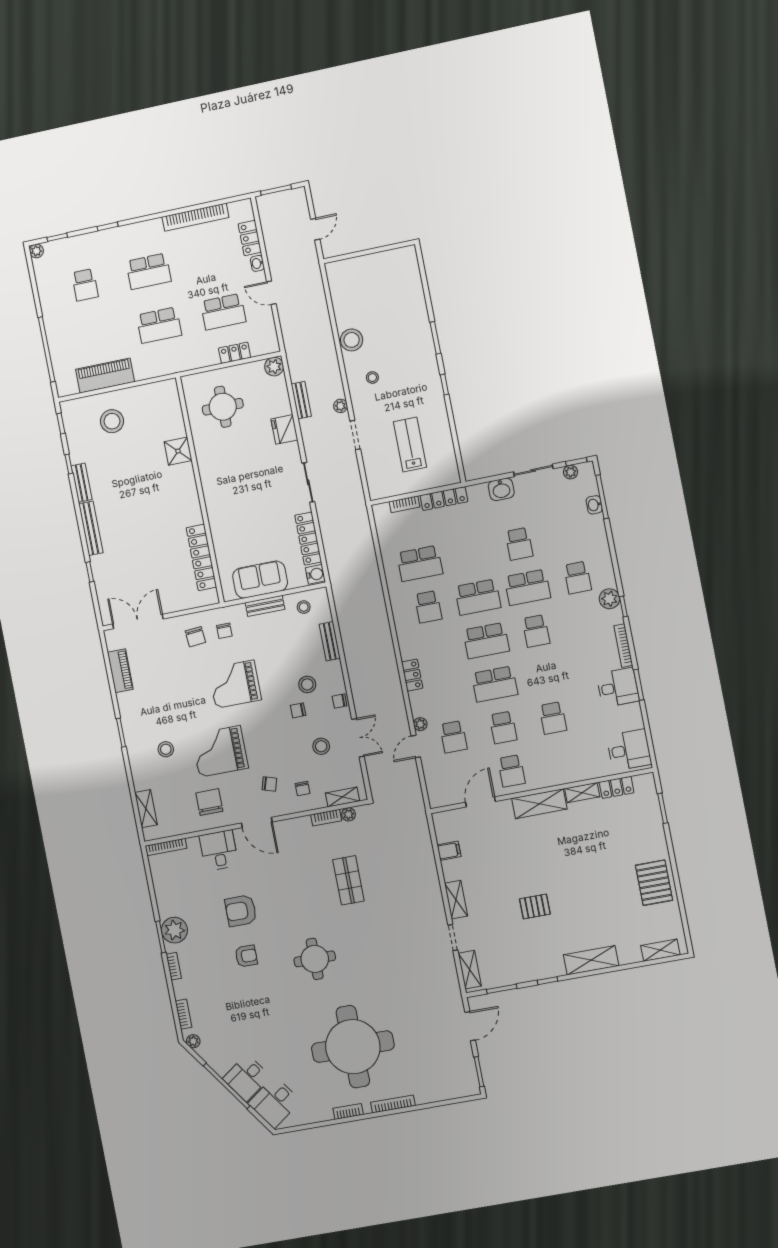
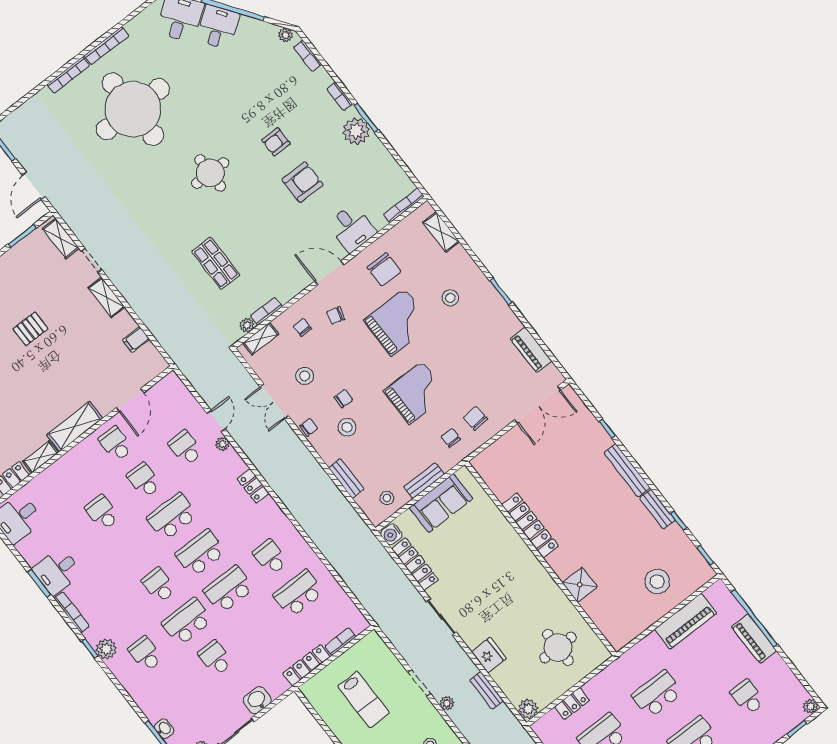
piano: (55, 332) -> (754, 639), added
locker: (201, 557) -> (530, 525), moved
bookcase: (348, 1111) -> (107, 46), width x1.56

